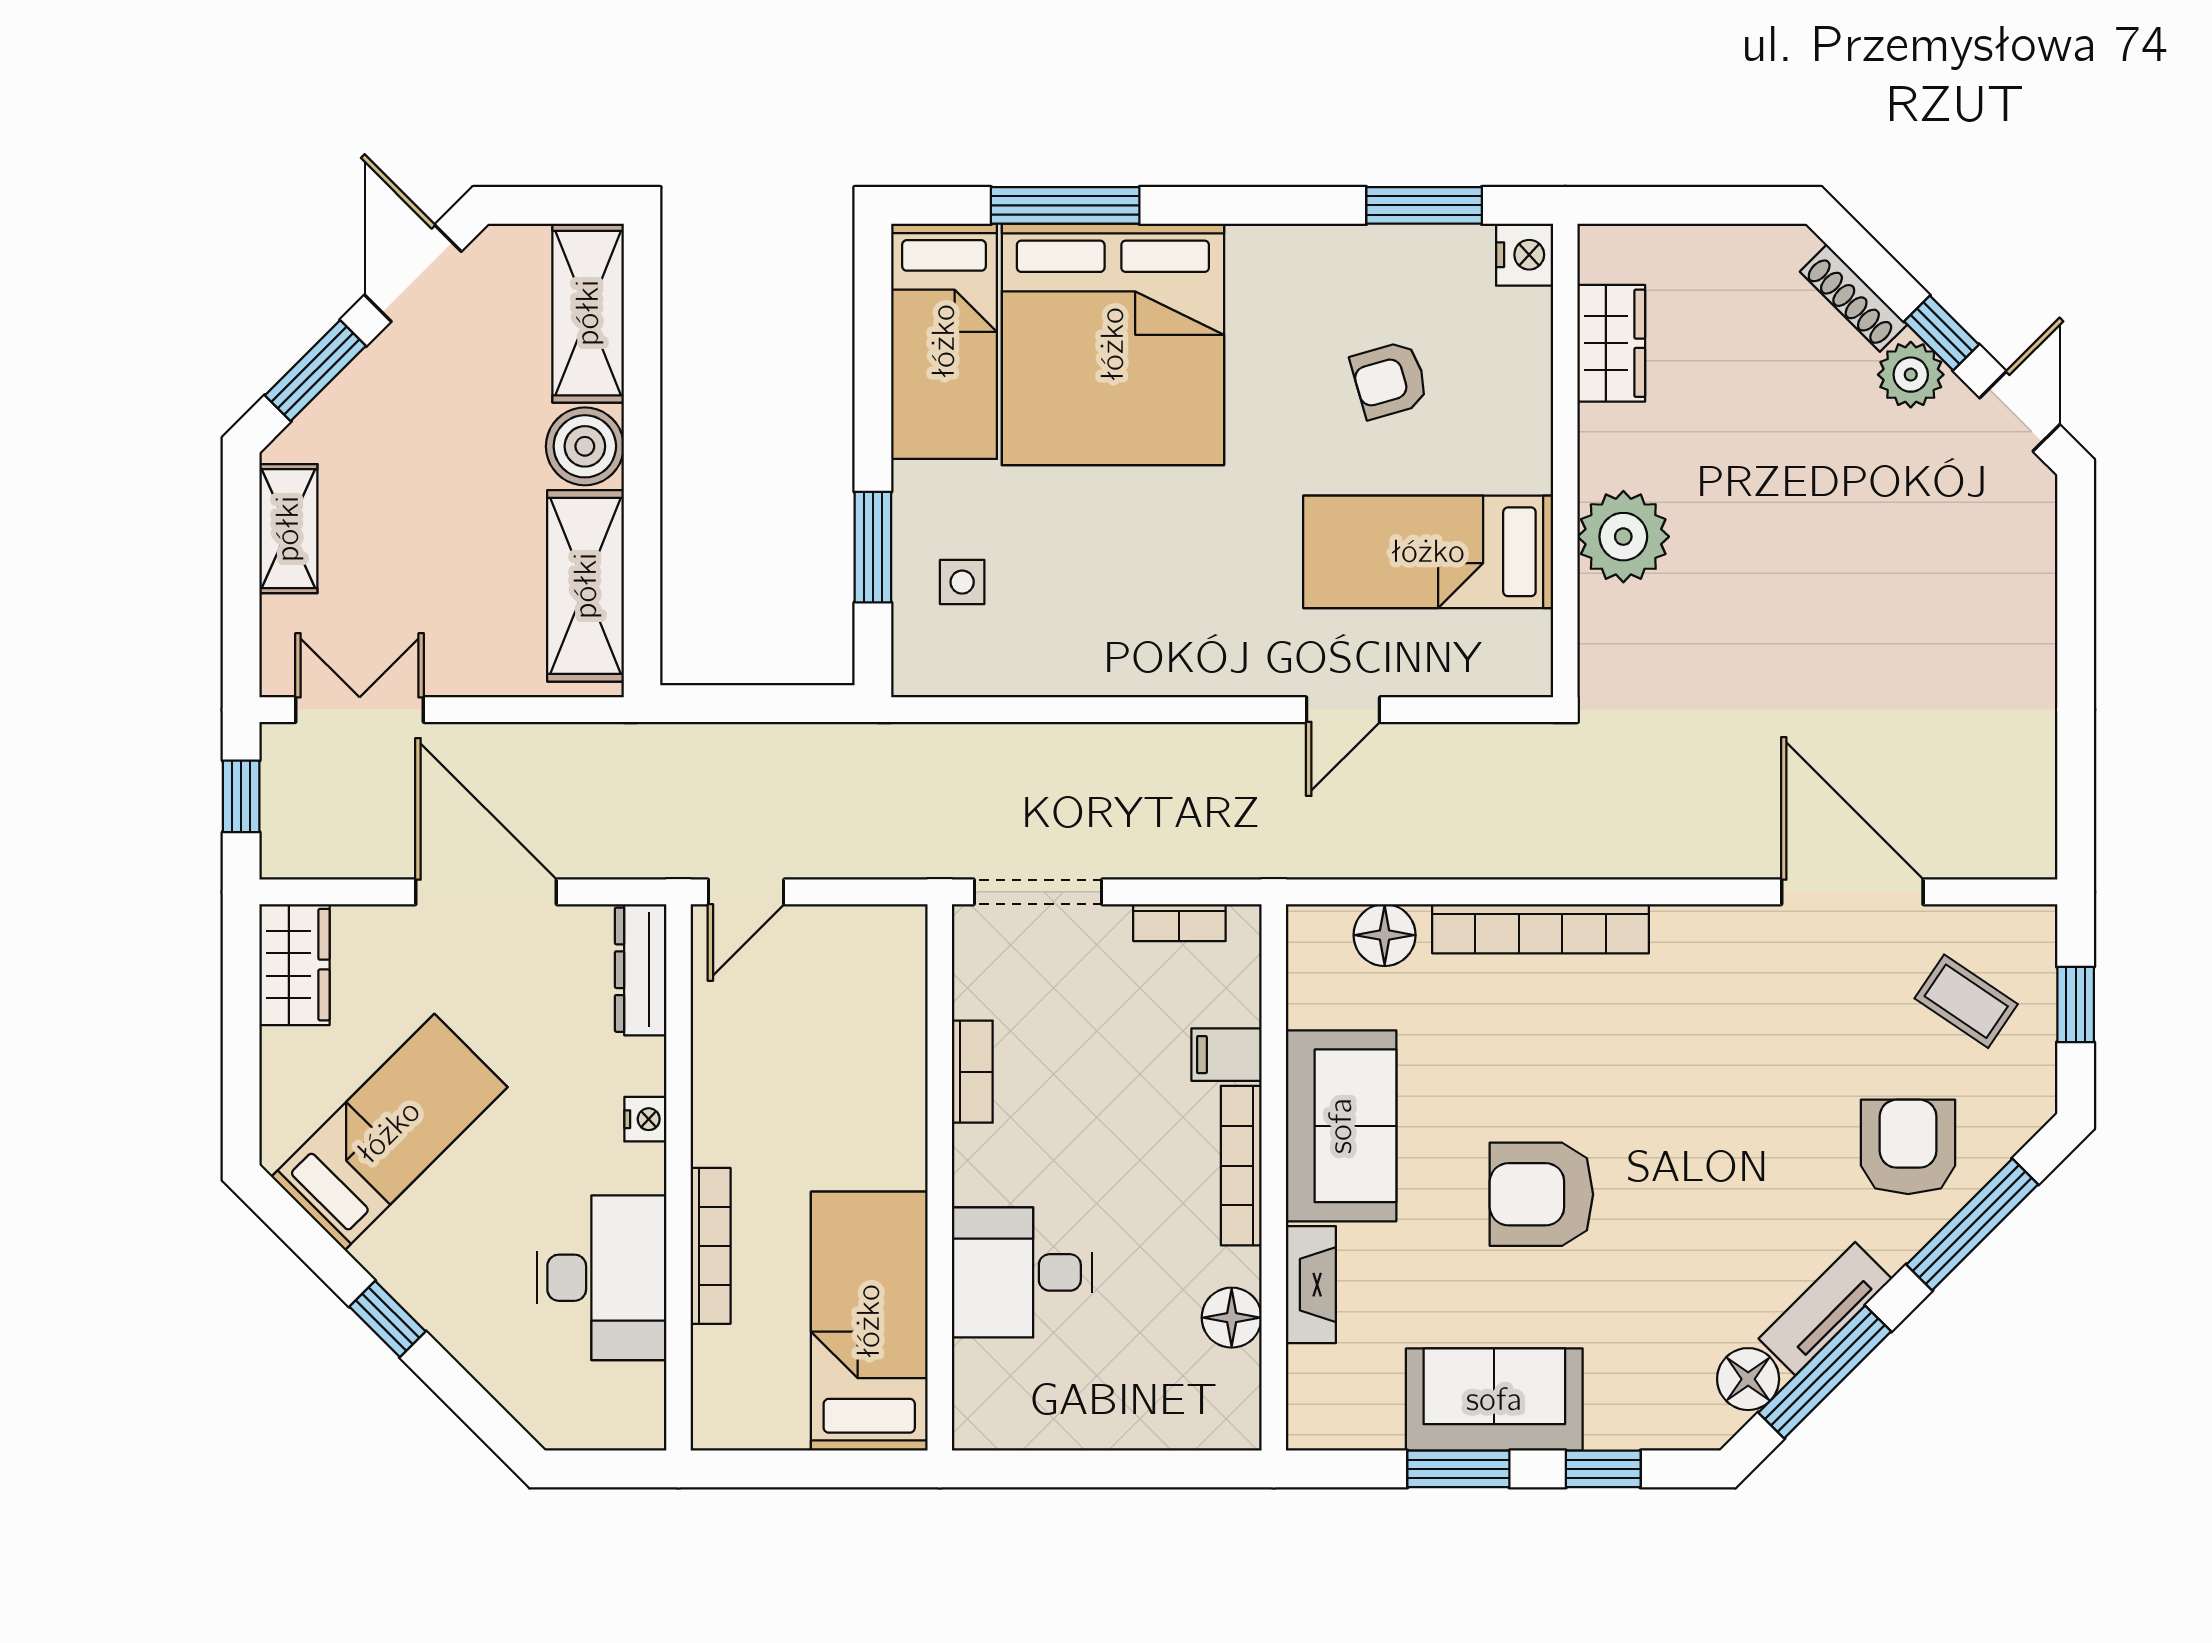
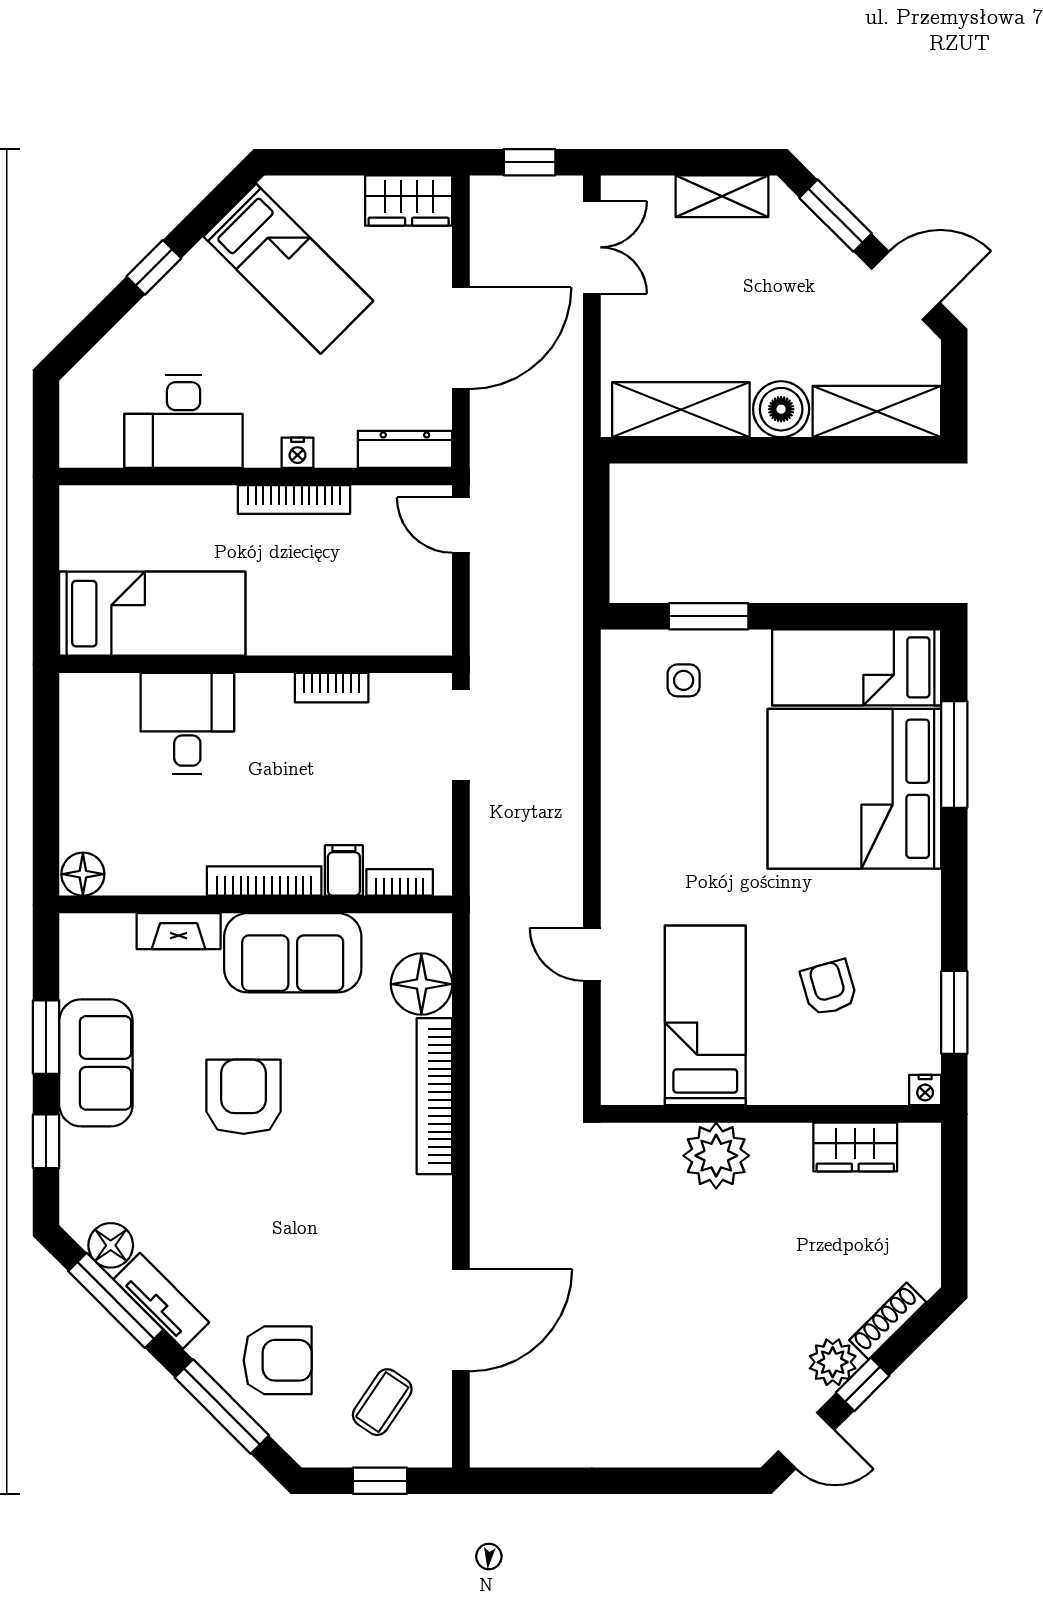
nightstand: (1525, 255) -> (925, 1090), width x0.72, depth x0.74
bookcase: (1179, 923) -> (400, 882), moved, turned 90
floor lamp: (1385, 935) -> (421, 984), width x1.38, depth x1.38
bookcase: (711, 1246) -> (294, 500), moved
floor lamp: (1232, 1318) -> (83, 874), moved

